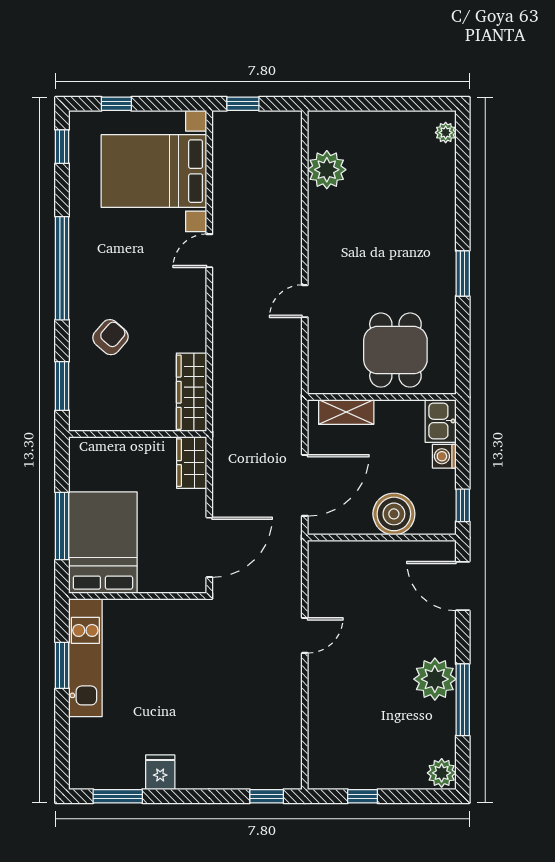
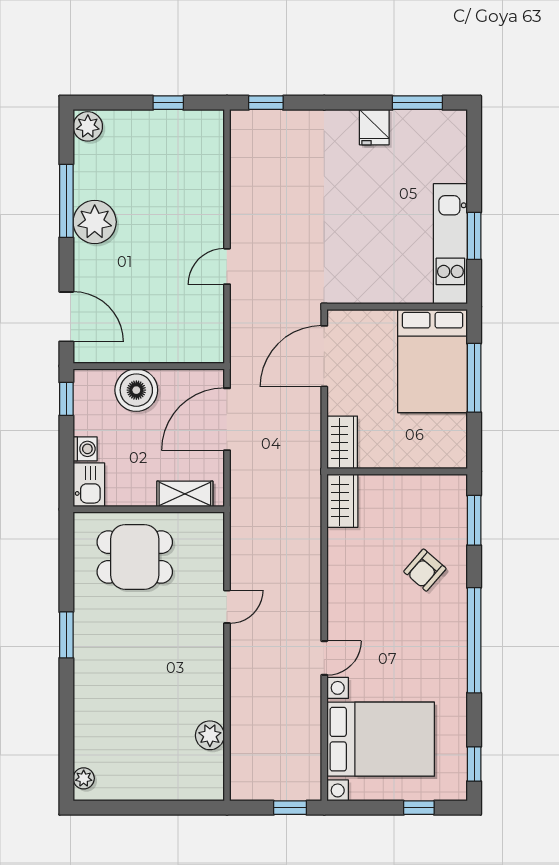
plant: (327, 170) -> (210, 735), width x0.73, depth x0.73
dining table: (395, 350) -> (135, 557), turned 90
wardrobe: (192, 392) -> (342, 501), width x0.67

